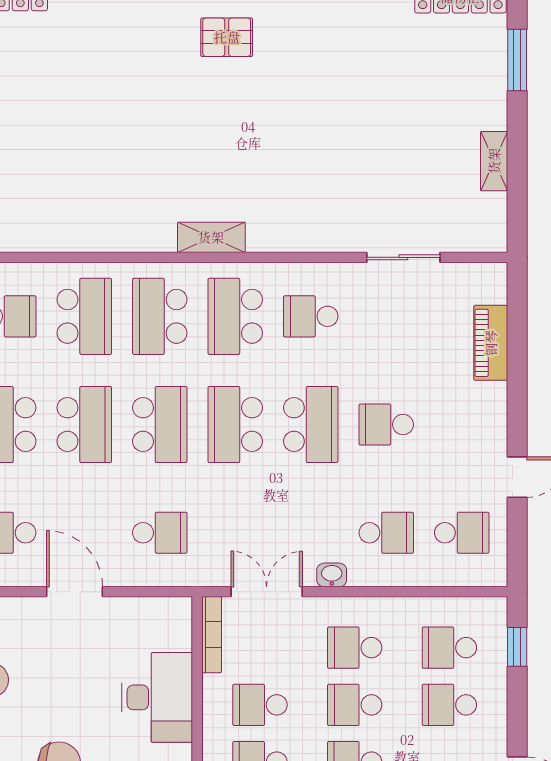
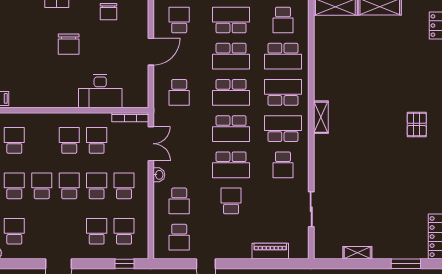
school desk: (311, 316) -> (283, 165), turned 180
school desk: (235, 425) -> (231, 129), turned 180

